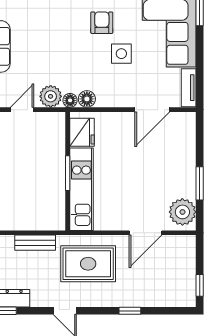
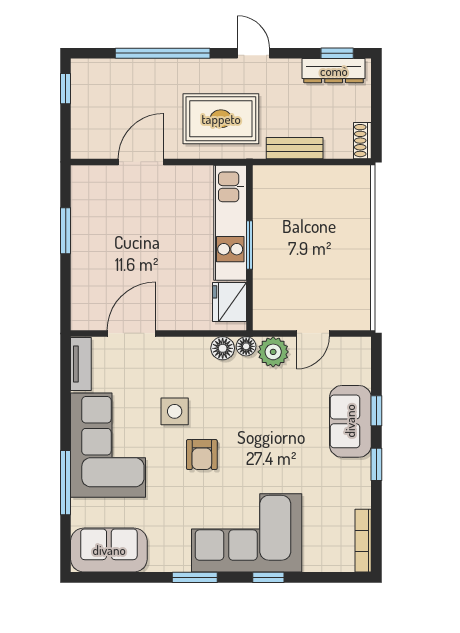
plant: (182, 212) -> (89, 191), removed
window: (130, 311) -> (163, 53), width x3.17

